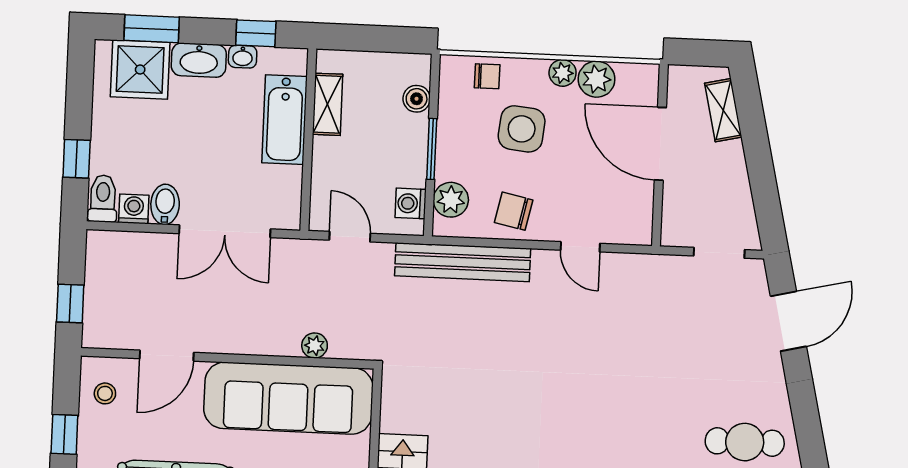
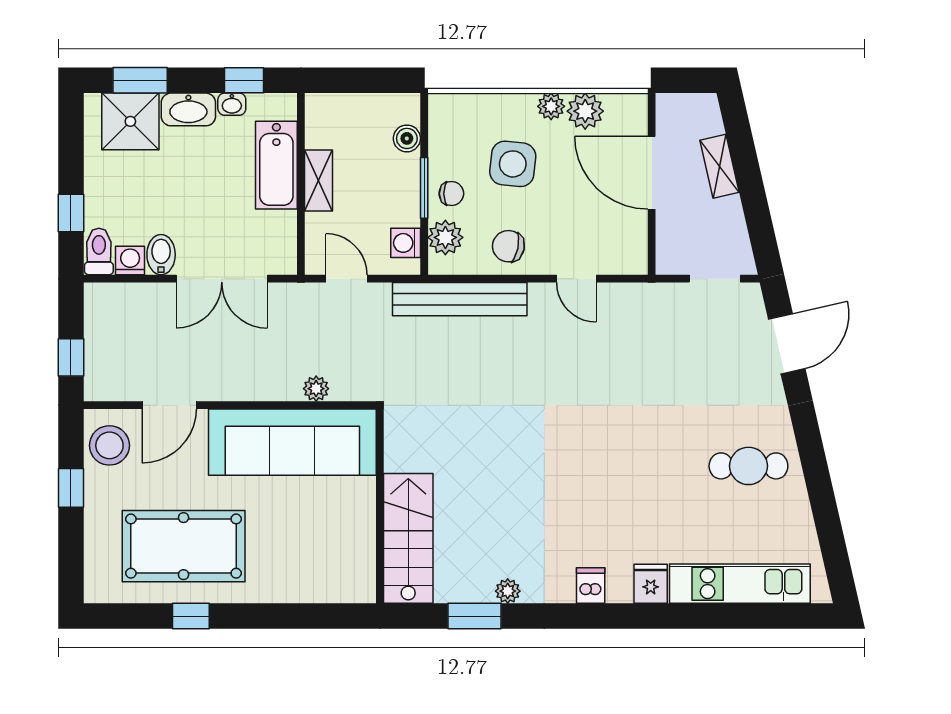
chair: (487, 76) -> (451, 194), moved
shelving: (328, 104) -> (318, 180), moved
shelving: (723, 110) -> (719, 166), moved
stool: (105, 393) -> (109, 445), width x1.89, depth x1.89

